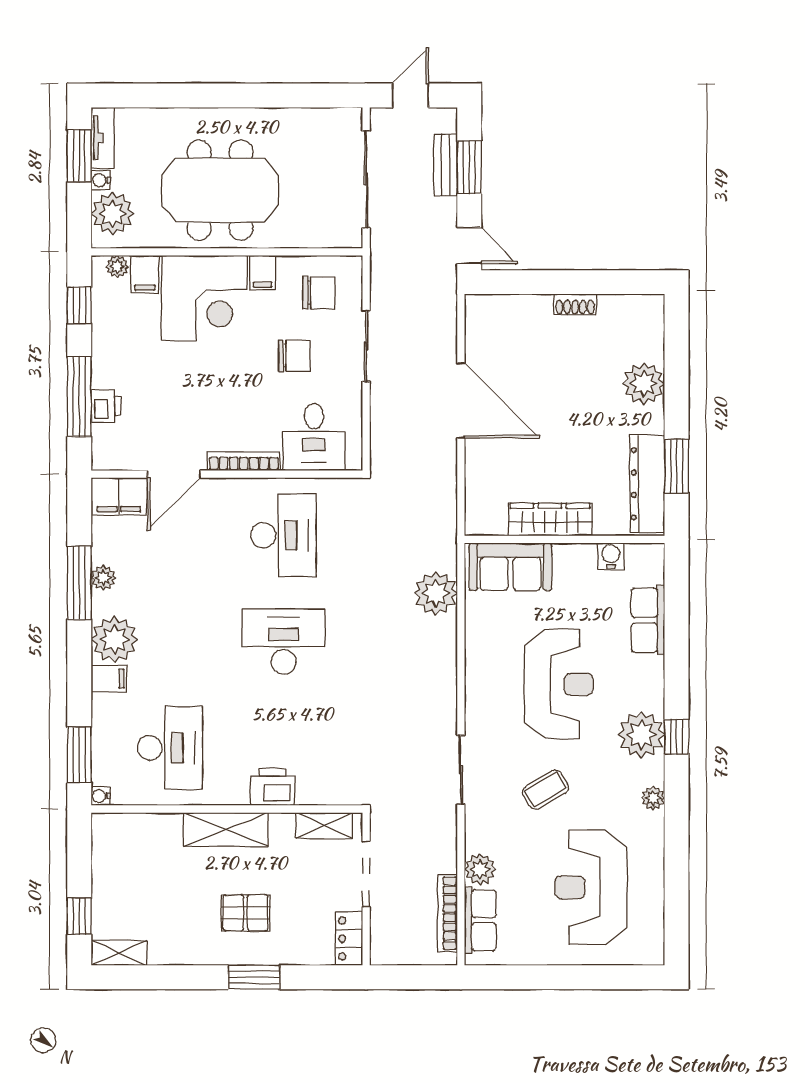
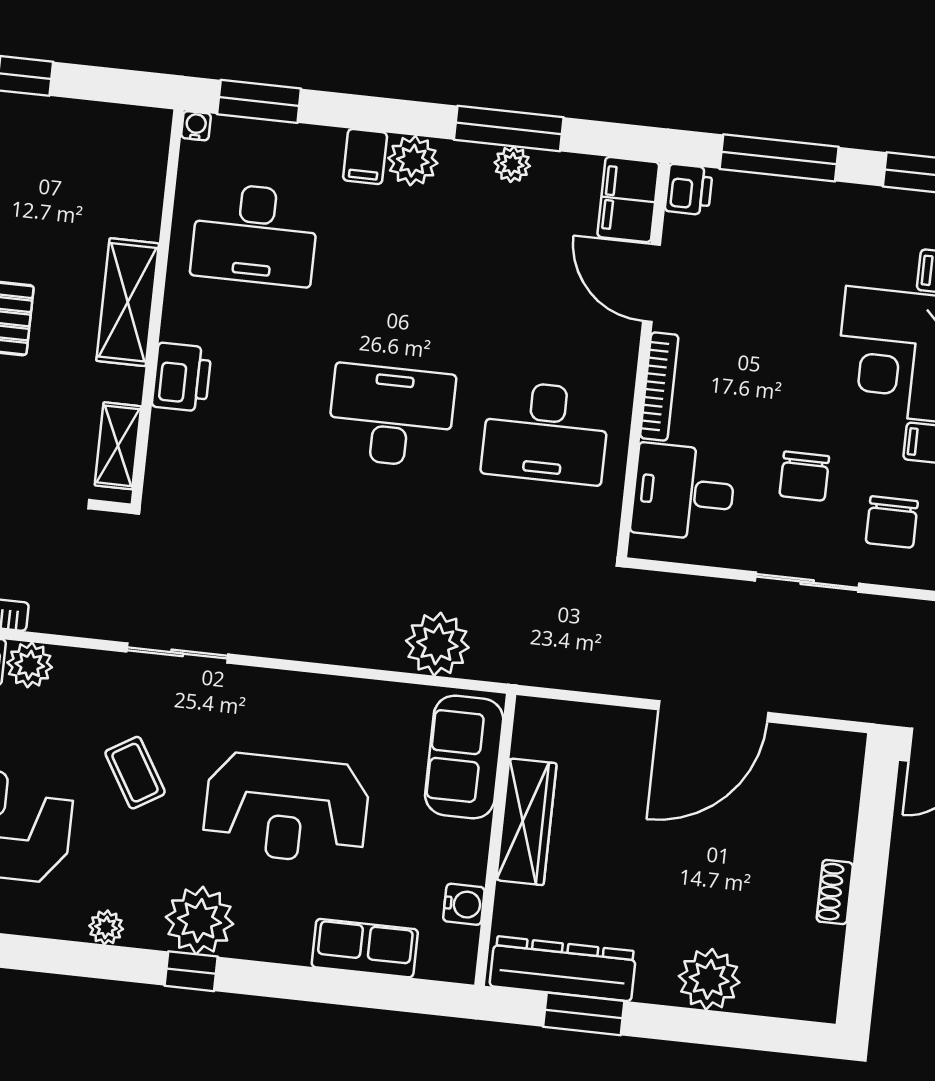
printer: (106, 406) -> (689, 190), moved, turned -90
plant: (114, 640) -> (413, 161), width x0.73, depth x0.73
desk: (284, 642) -> (391, 416), turned -90

